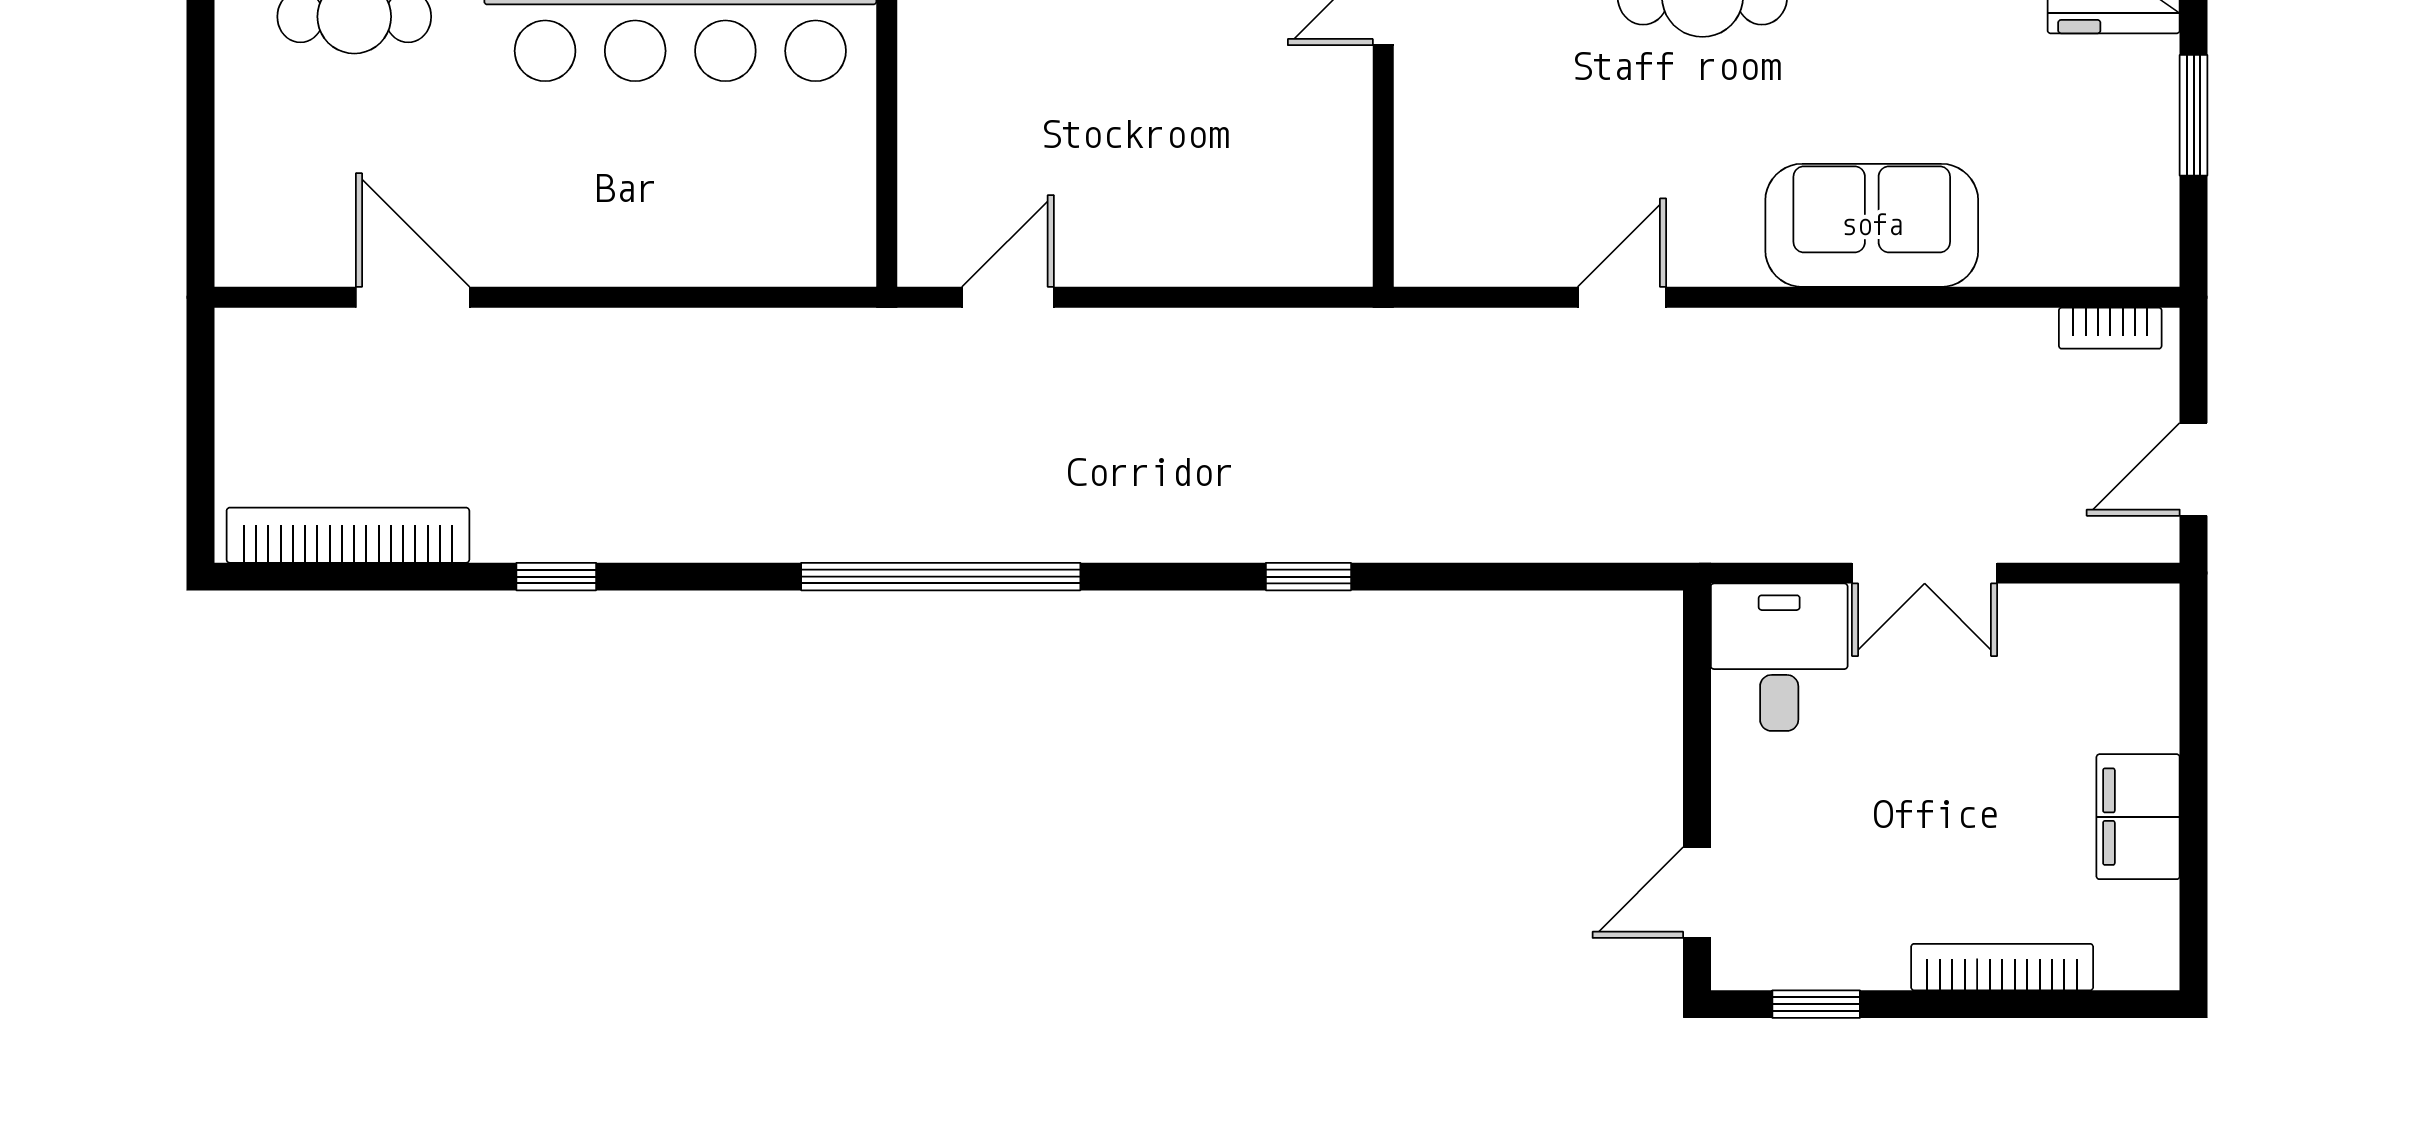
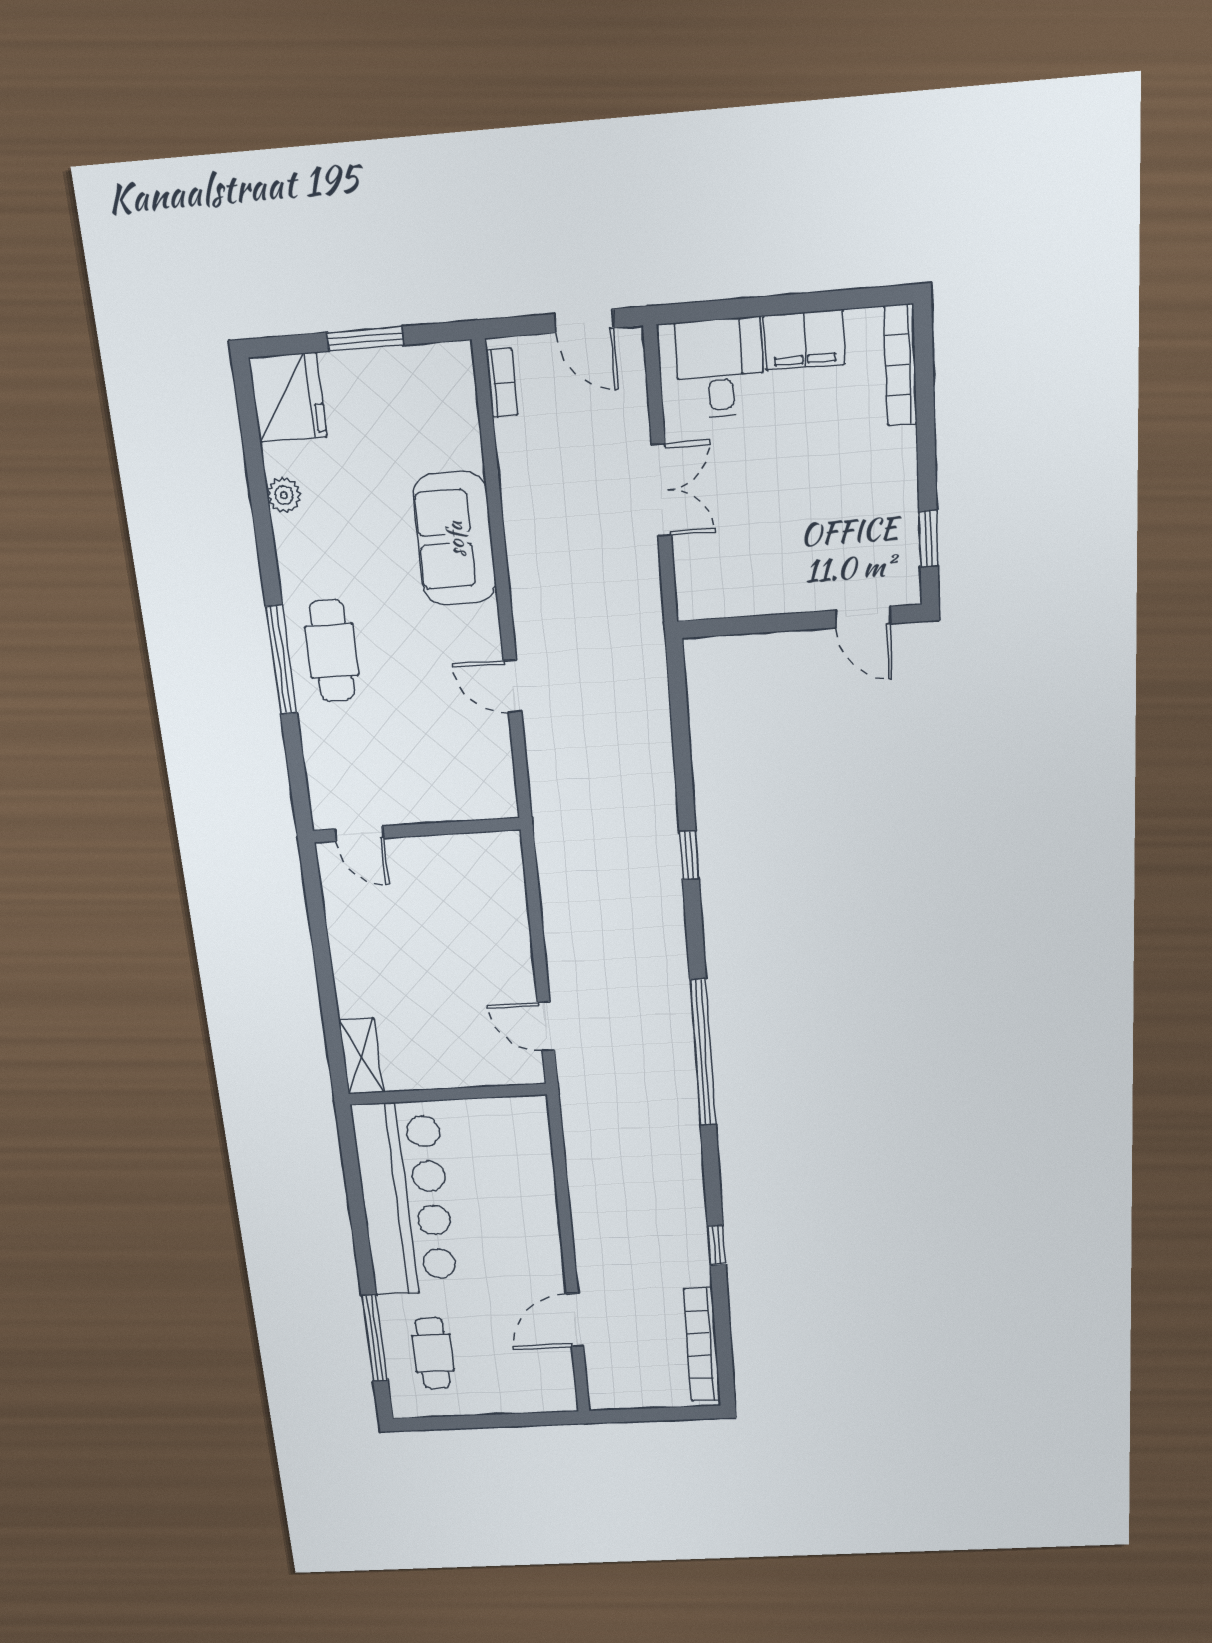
desk: (1779, 657) -> (720, 368), moved, turned 90
bookcase: (2002, 967) -> (900, 365), moved

